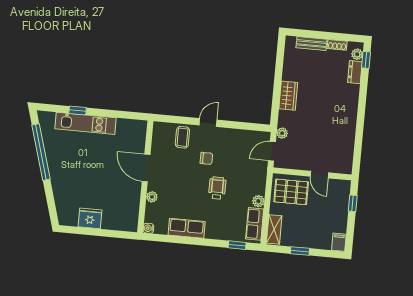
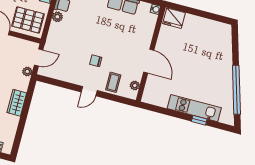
wheelchair: (217, 188) -> (91, 34), removed
plant: (152, 197) -> (135, 85), moved
fridge: (90, 218) -> (174, 18), moved

